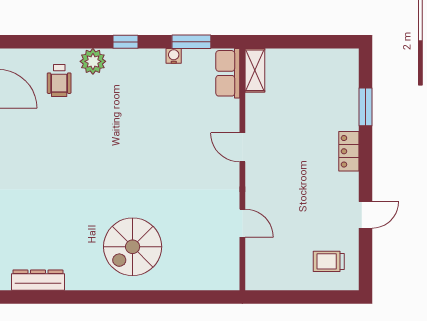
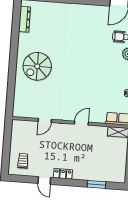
locker: (349, 151) -> (63, 174), moved
spiral stairs: (133, 247) -> (37, 66), turned -90

